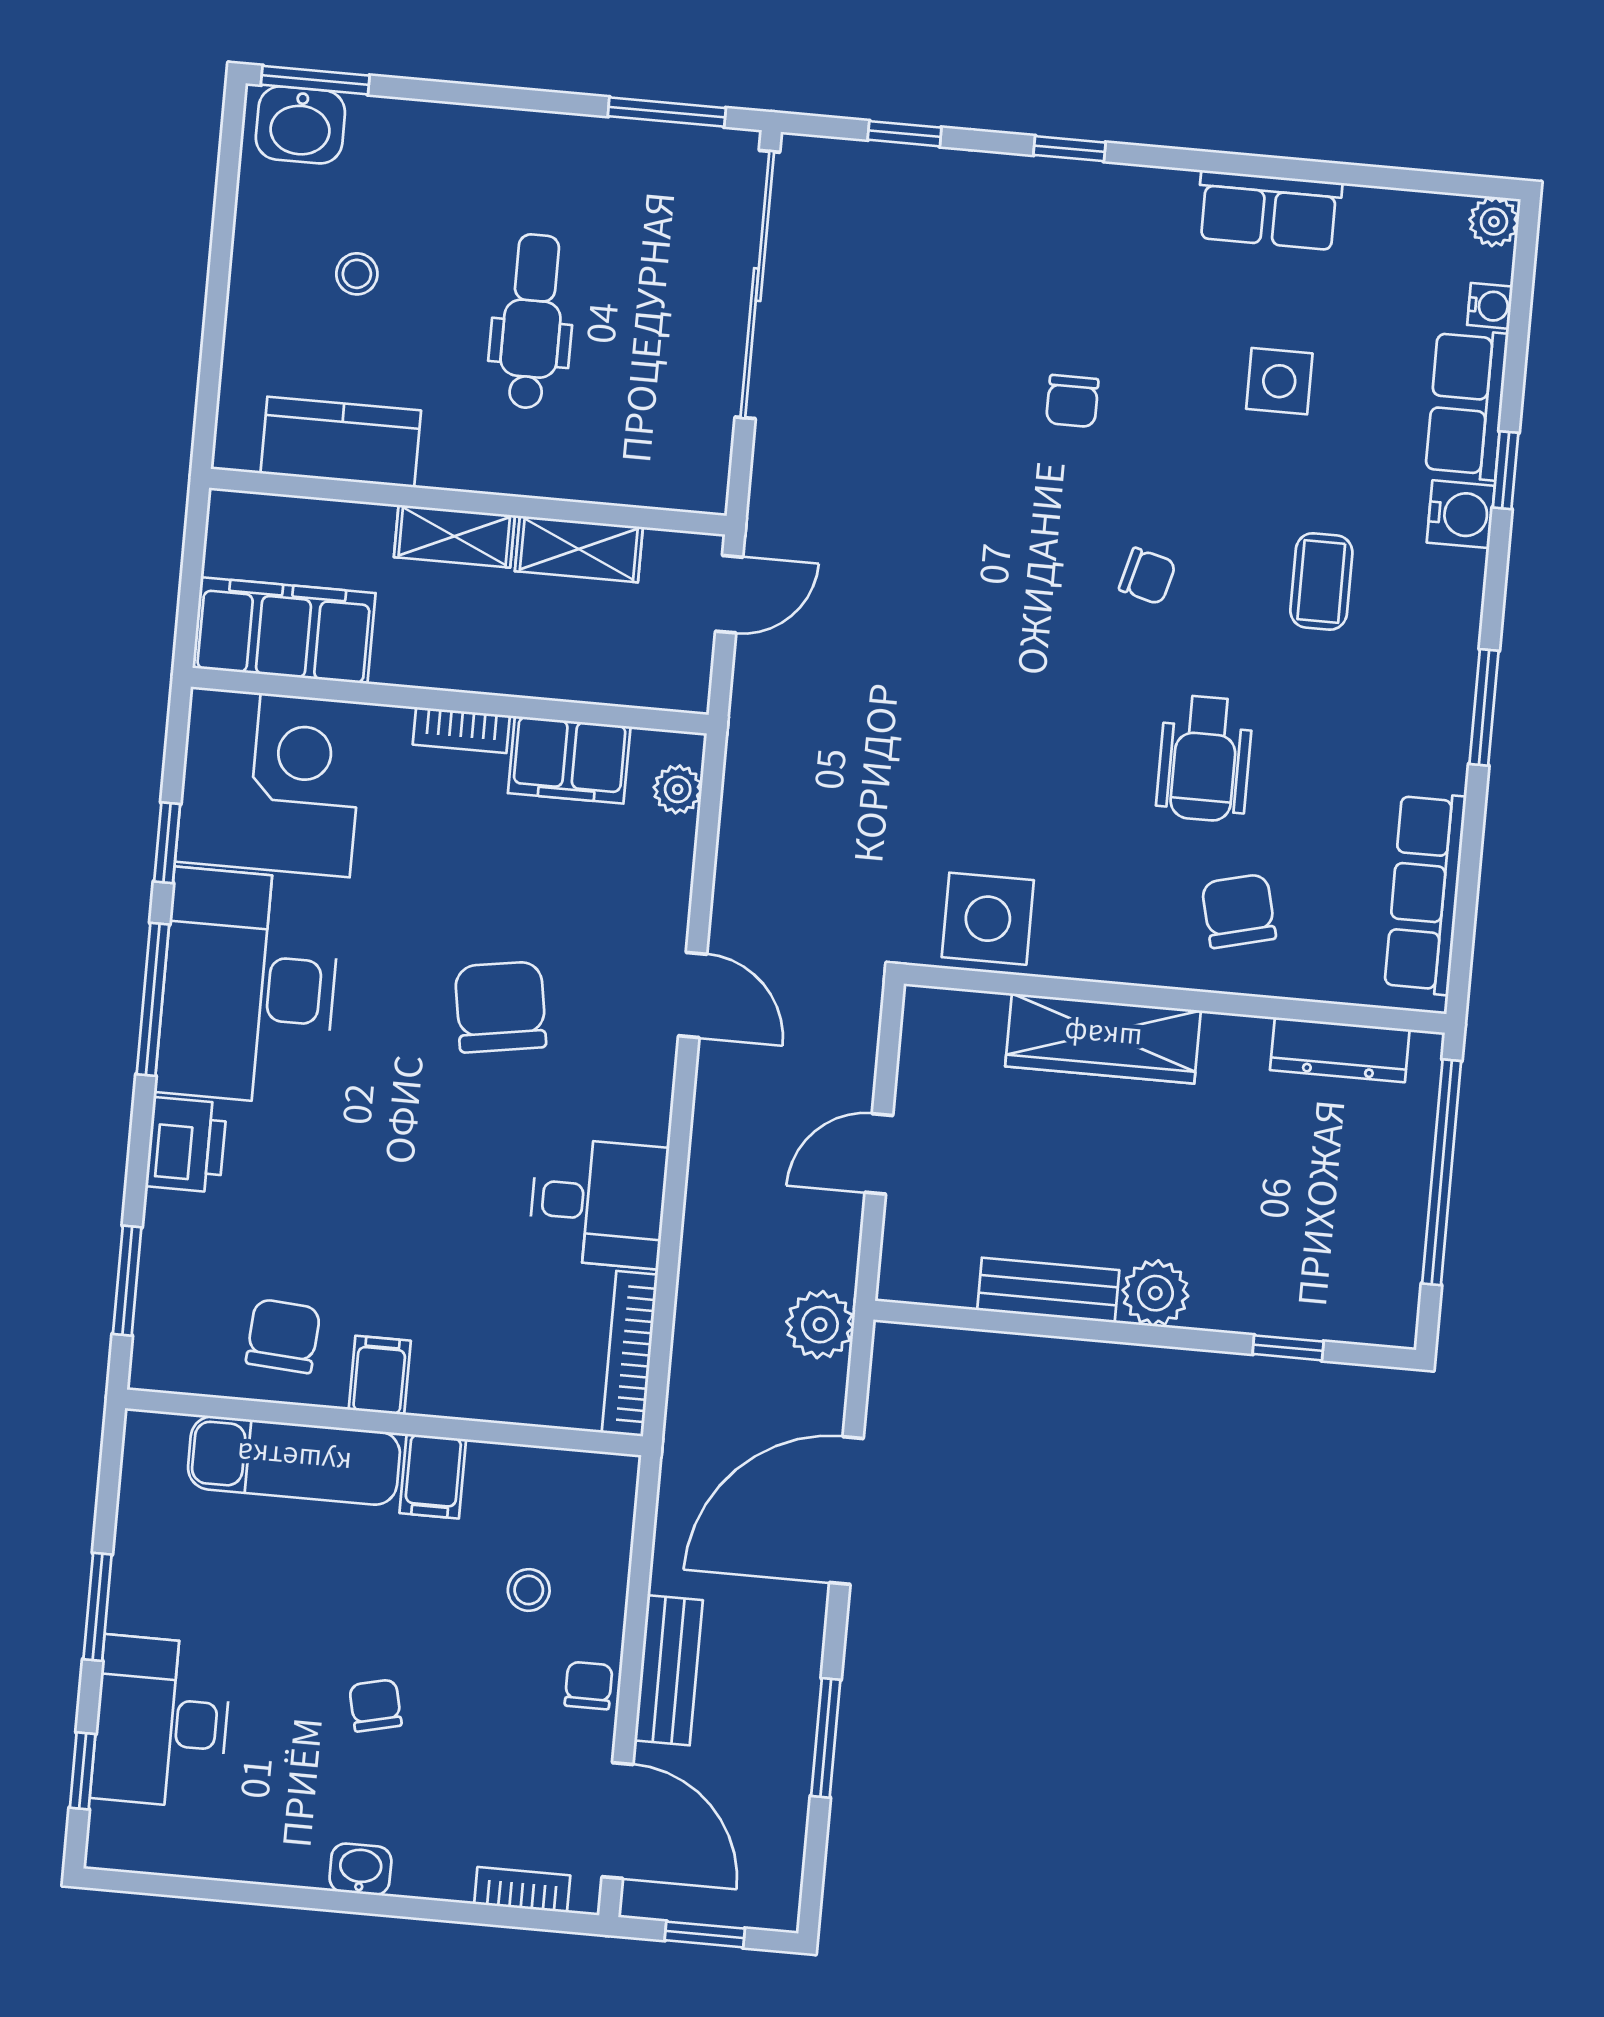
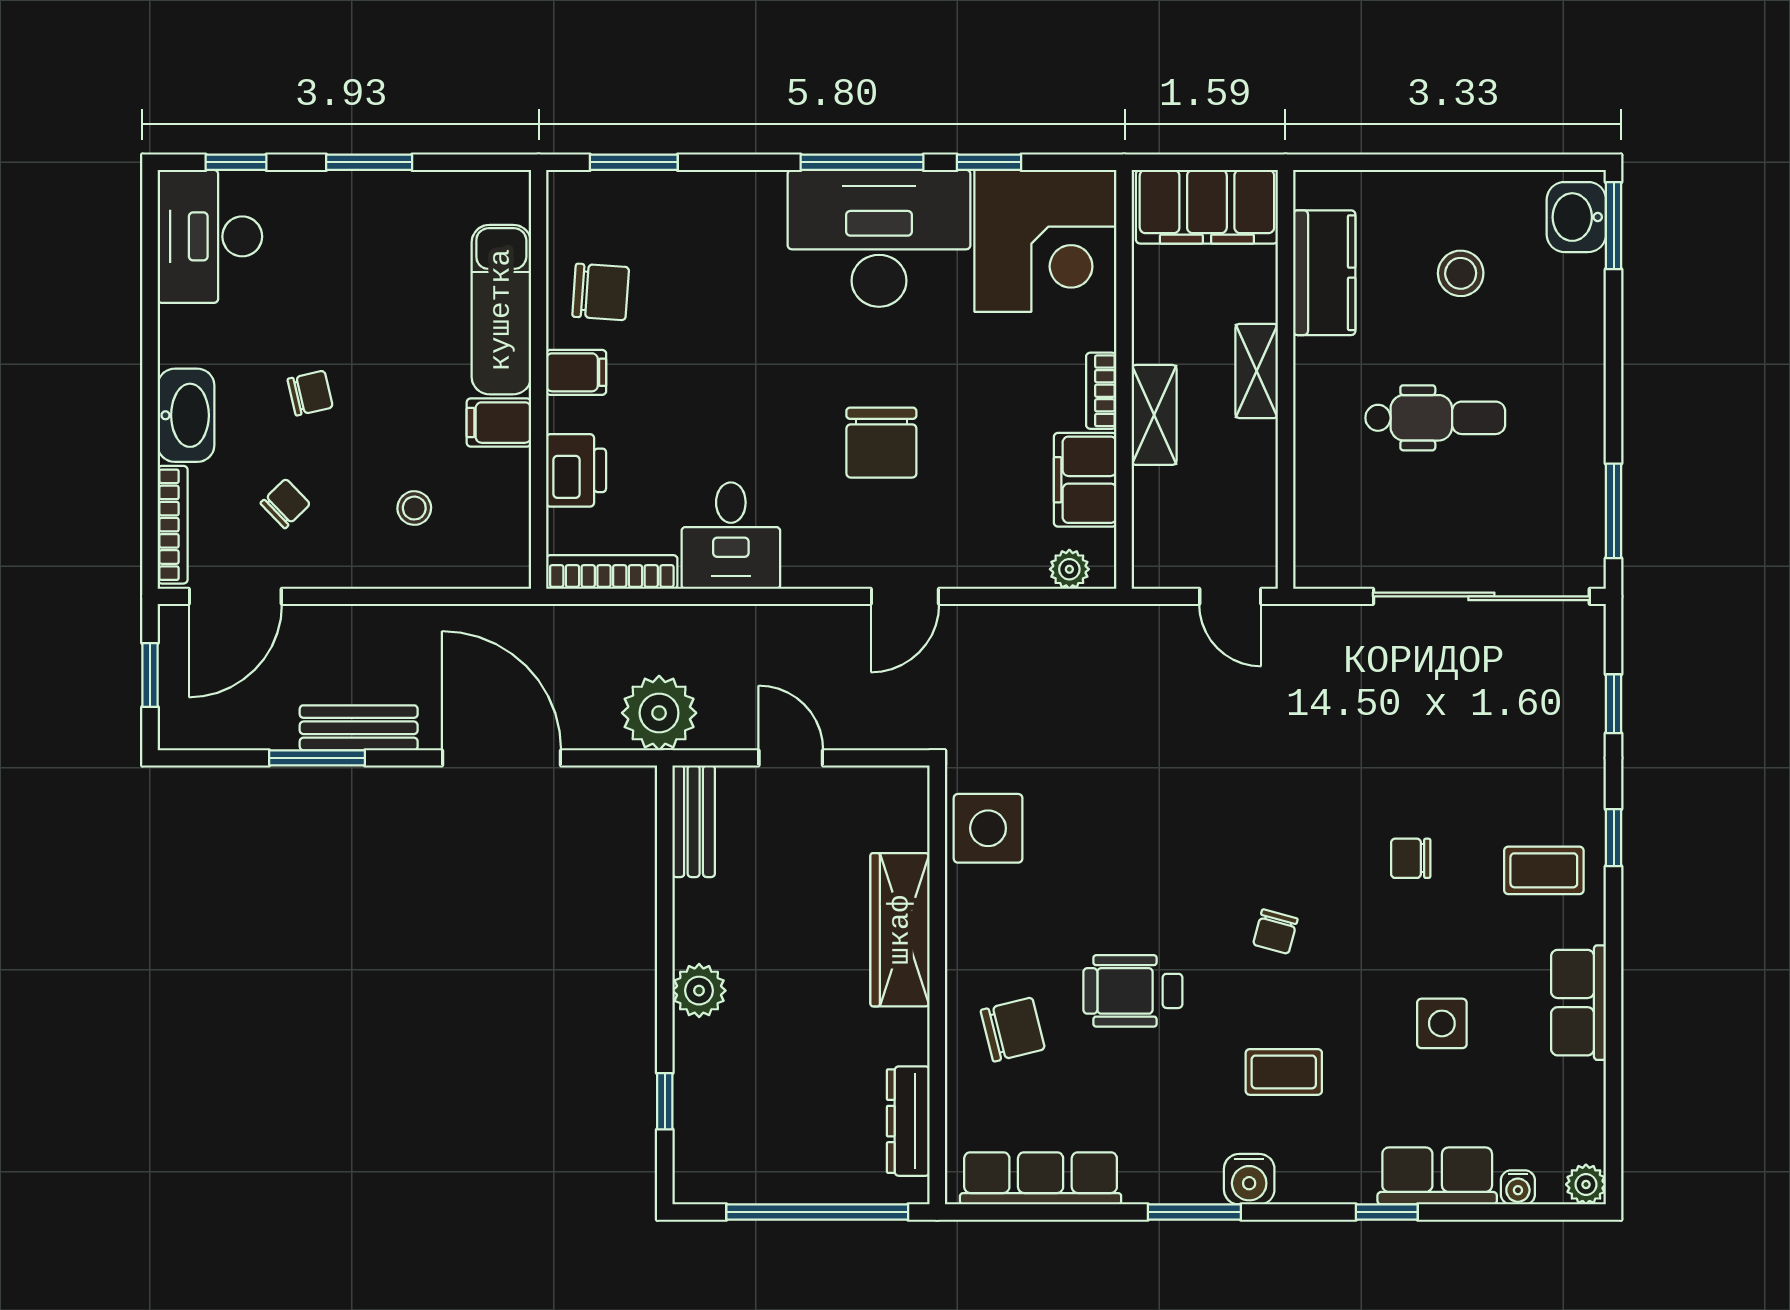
coffee table: (1102, 238) -> (1544, 870), added
stool: (357, 274) -> (1461, 273), width x1.37, depth x1.37
water cooler: (1461, 514) -> (1249, 1179), moved
shelving: (579, 549) -> (1154, 415), moved
filing cabinet: (284, 630) -> (1207, 207), moved, turned 90
chair: (500, 1007) -> (881, 443), turned 99
printer: (186, 1145) -> (576, 470), moved, turned -90
bench: (1048, 1290) -> (694, 821), moved
plant: (820, 1325) -> (659, 713), width x1.36, depth x1.36
bench: (669, 1670) -> (359, 728), moved
chair: (589, 1685) -> (285, 504), moved, turned -44
desk: (161, 1722) -> (210, 236), moved, turned -90
washbasin: (360, 1869) -> (186, 415), width x1.91, depth x1.45
bookcase: (522, 1890) -> (173, 525), width x1.56

